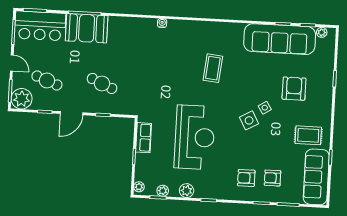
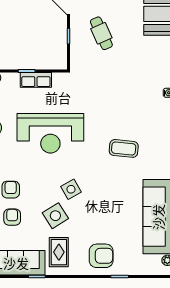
cafe table: (102, 83) -> (101, 33), turned -48
armchair: (294, 89) -> (101, 256), moved
side table: (265, 108) -> (55, 216), moved, width x1.87, depth x1.87
row of seats: (144, 138) -> (36, 80), moved

